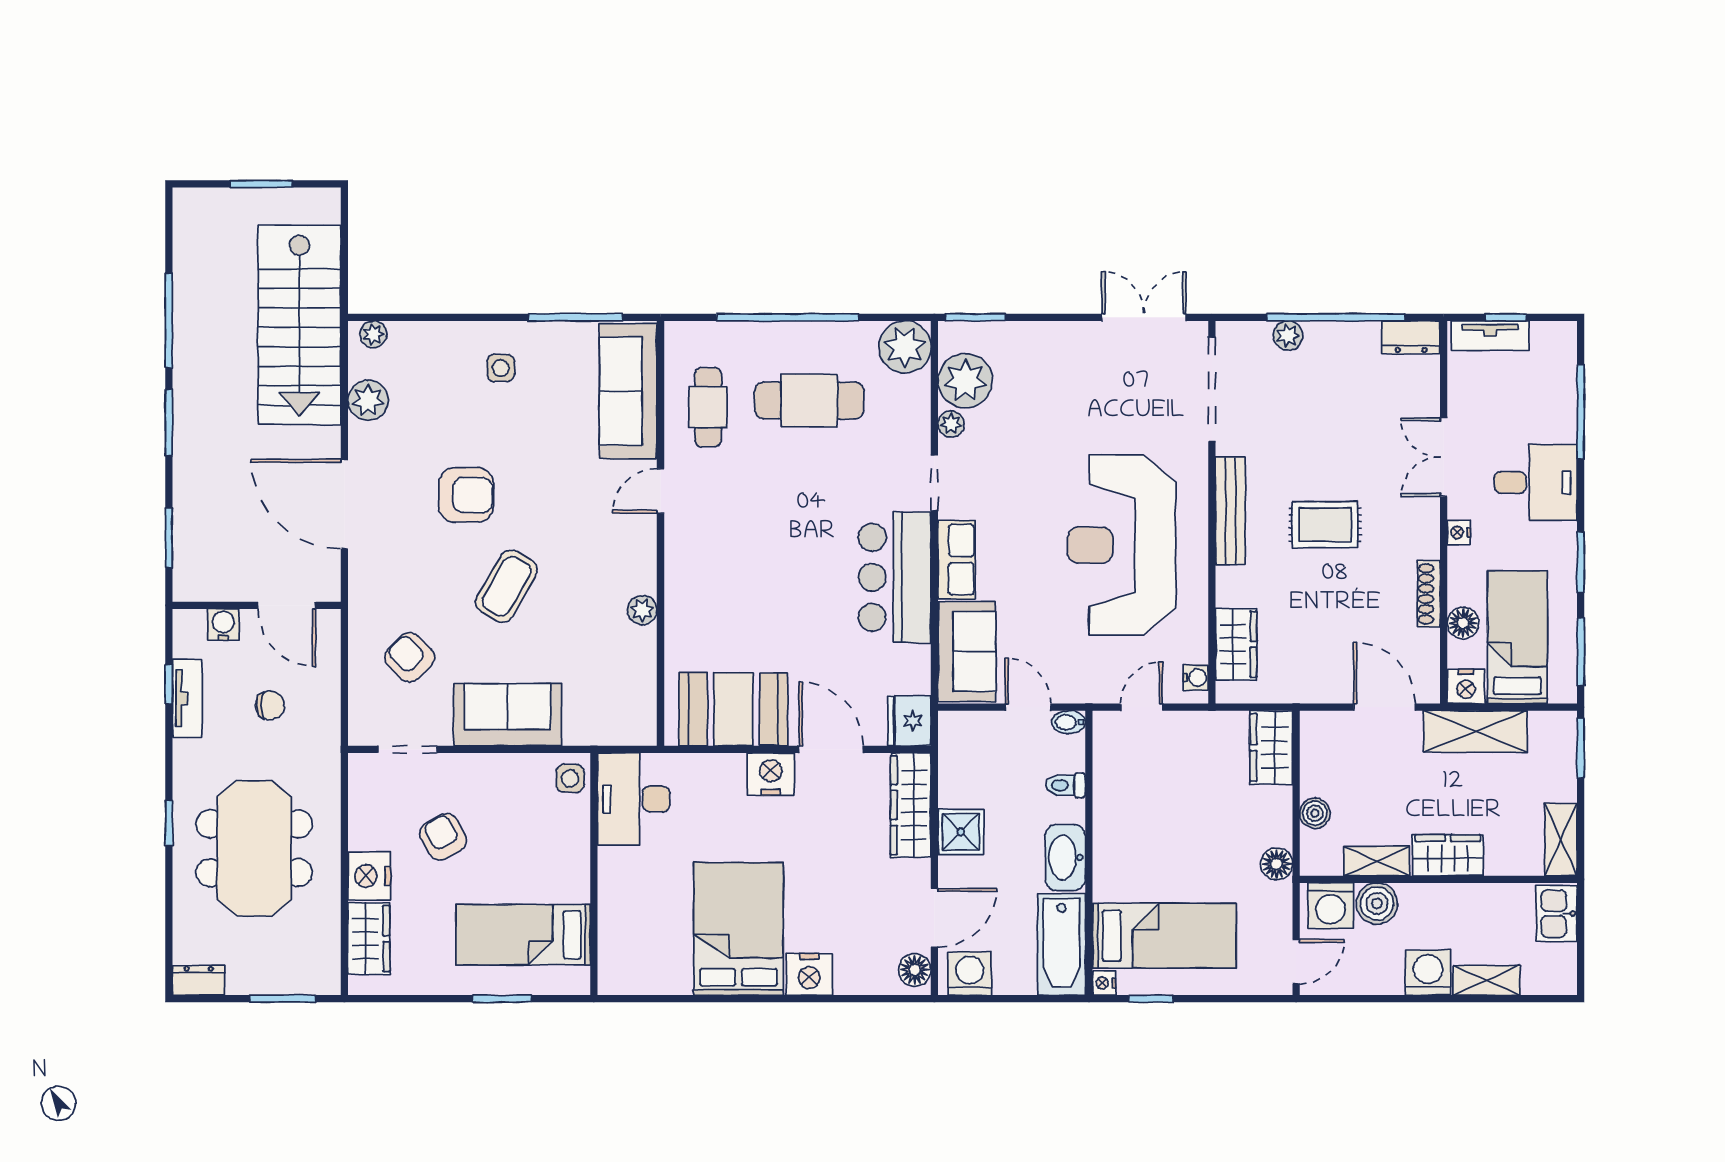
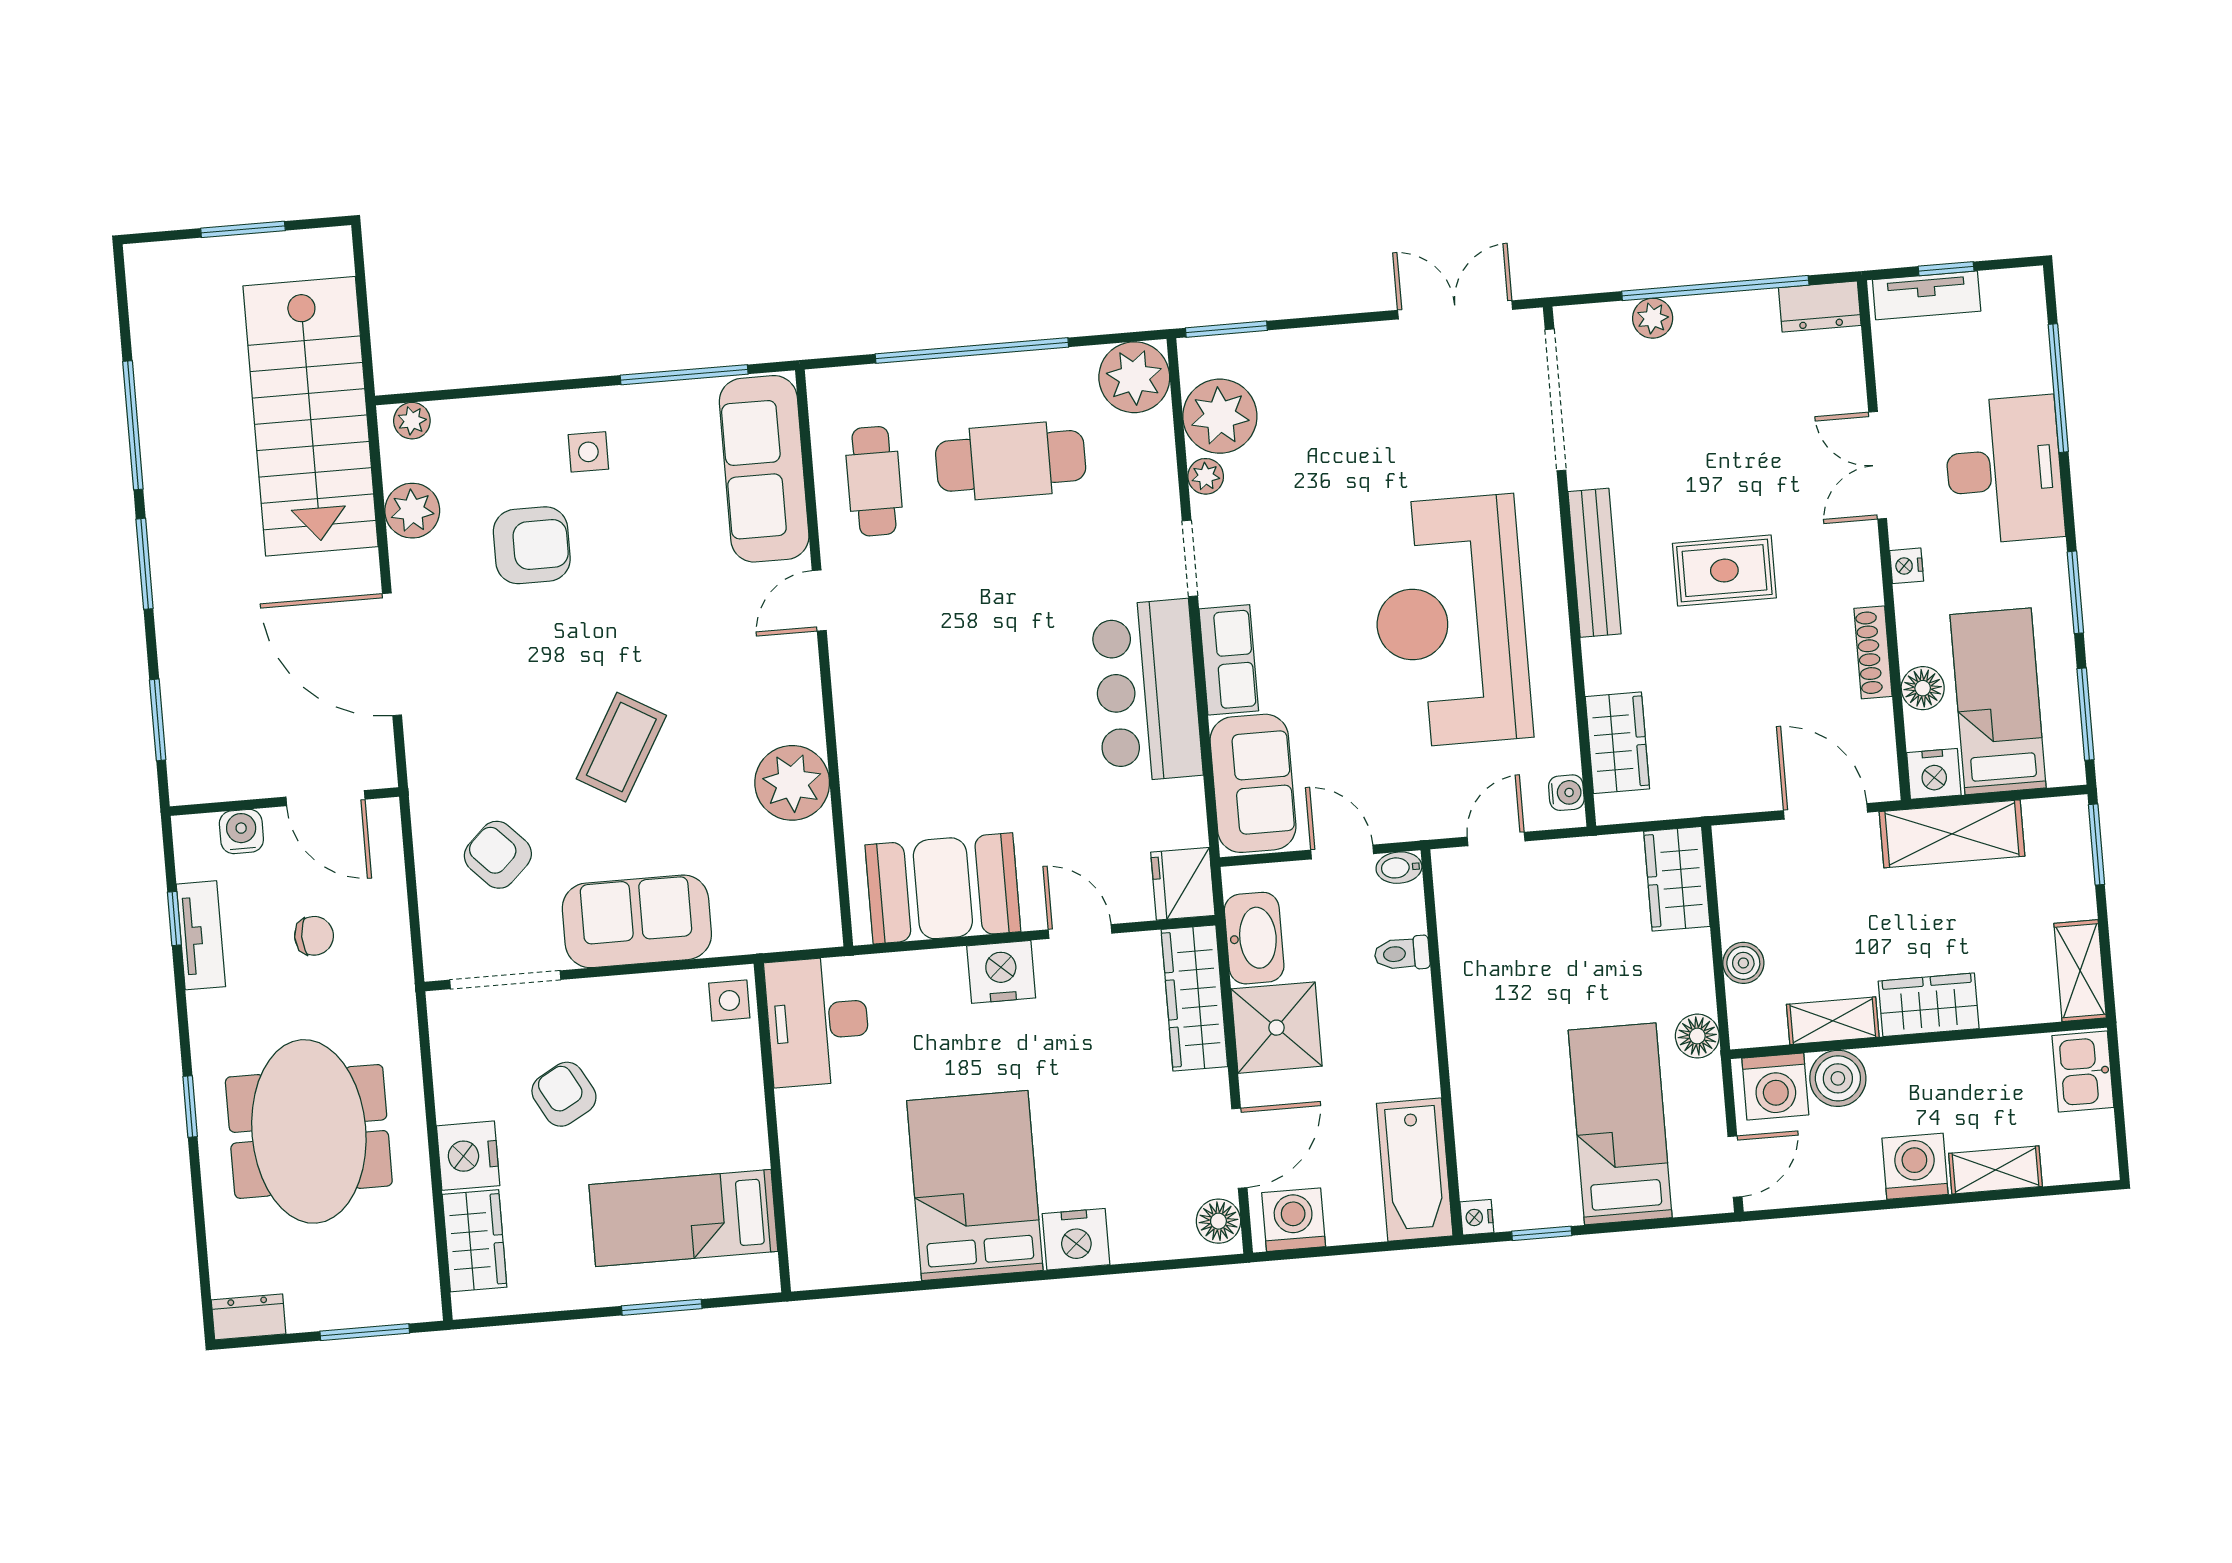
desk: (1536, 482) -> (2004, 470), width x1.37
armchair: (466, 495) -> (532, 545), moved
plant: (642, 610) -> (792, 783), width x1.87, depth x1.87
doorway: (407, 749) -> (505, 980), width x1.38
door: (831, 749) -> (1080, 931), width x0.73
shower: (961, 832) -> (1276, 1028), width x1.36, depth x1.36
washbasin: (1065, 858) -> (1254, 938), moved, turned 180
bed: (1164, 936) -> (1620, 1124), moved, turned -90

